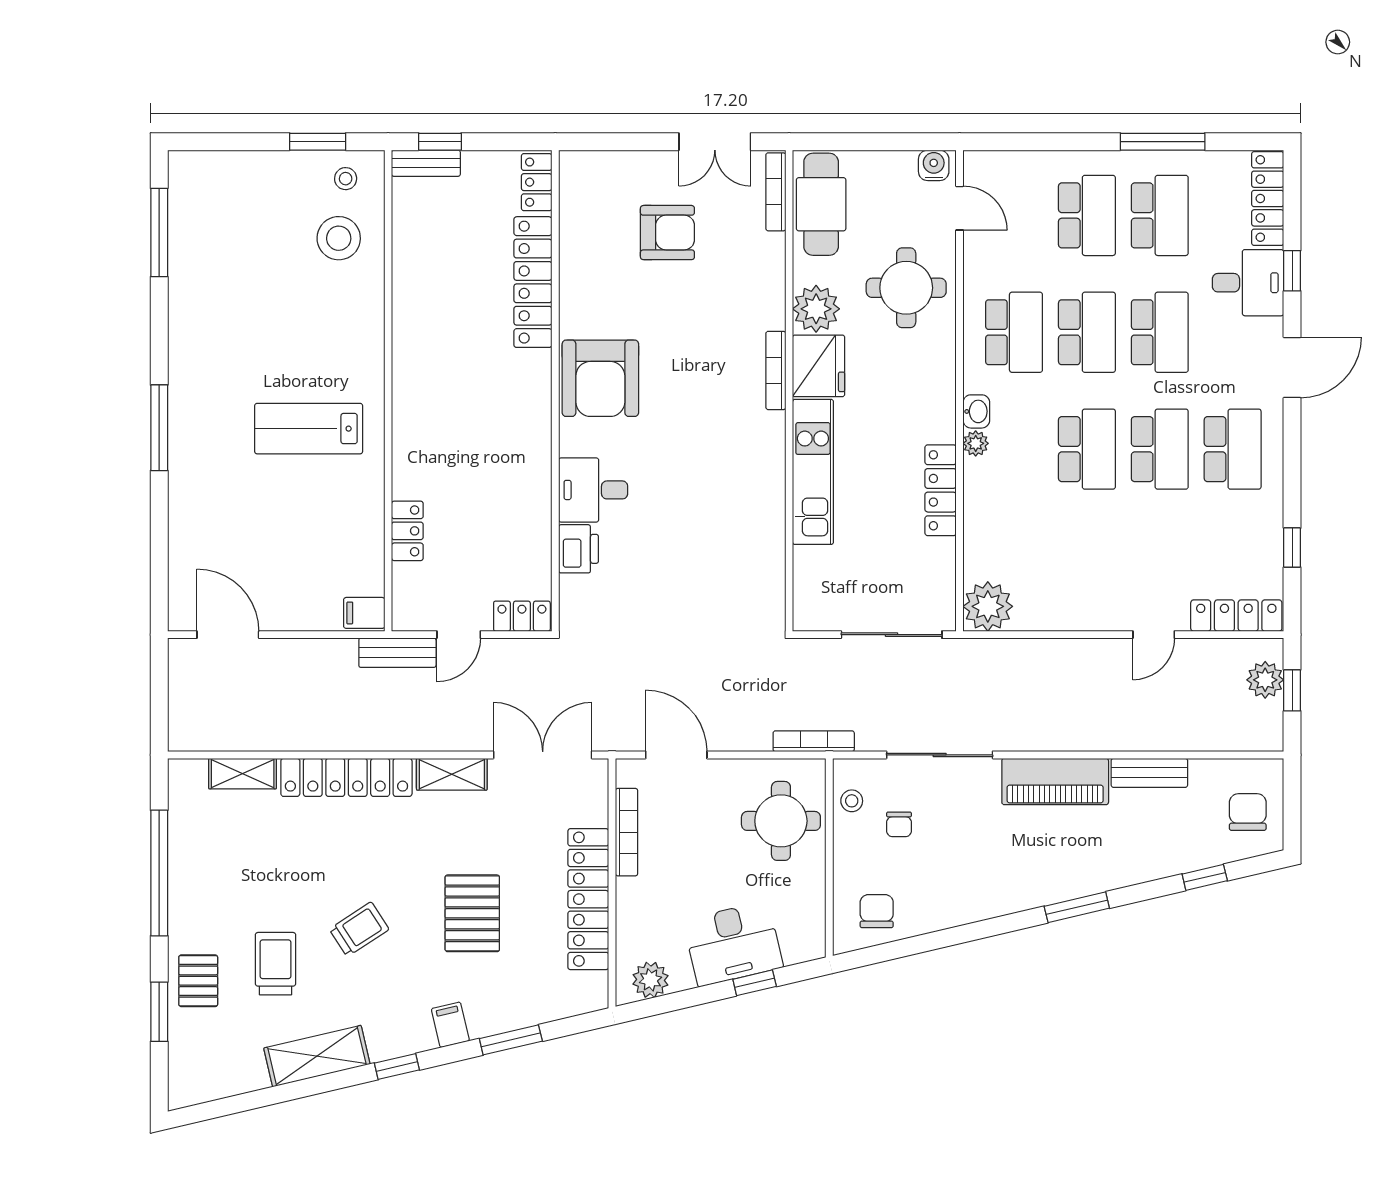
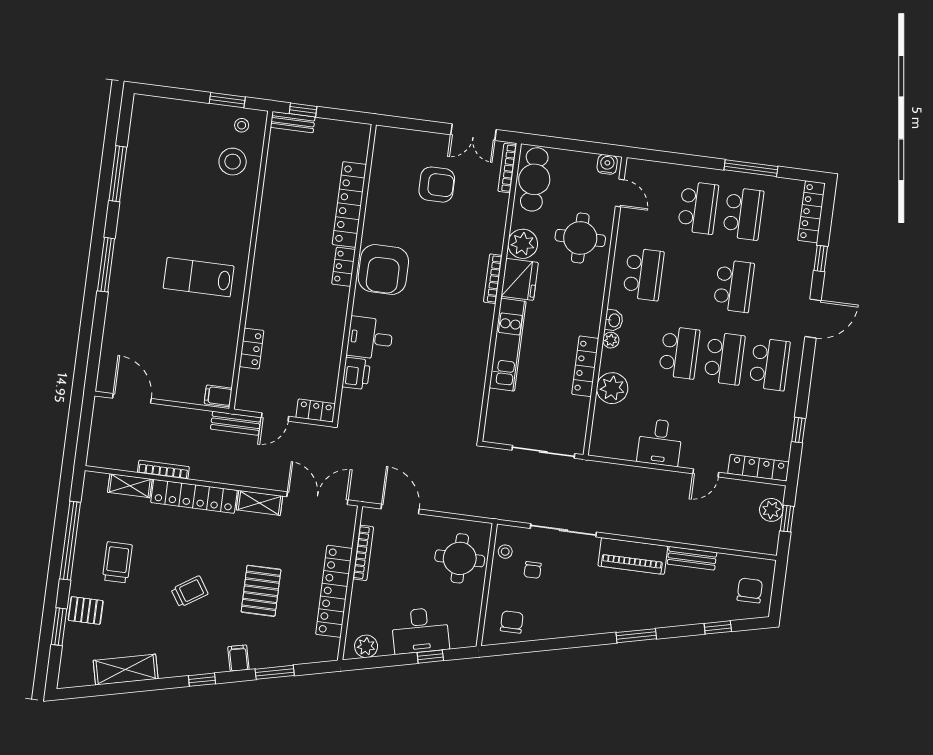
locker: (537, 182) -> (344, 267), moved
window: (159, 233) -> (118, 174), moved
desk: (1248, 283) -> (660, 442), moved, turned 90
school desk: (1087, 332) -> (689, 280), removed
plant: (988, 606) -> (612, 388), moved
bookcase: (814, 741) -> (163, 470), moved
trolley: (276, 964) -> (117, 562), moved
pallet: (198, 981) -> (86, 610), turned 90
shelving: (317, 1056) -> (126, 670), moved

